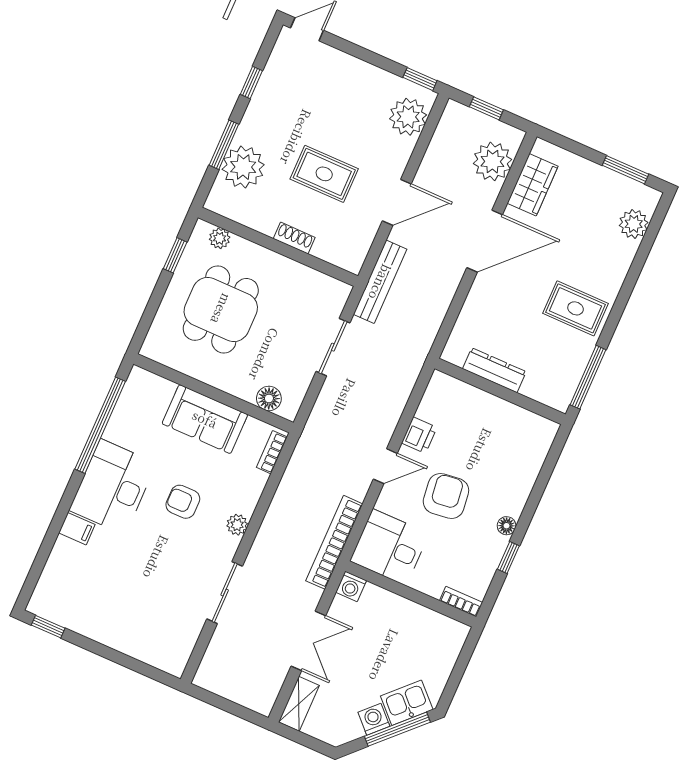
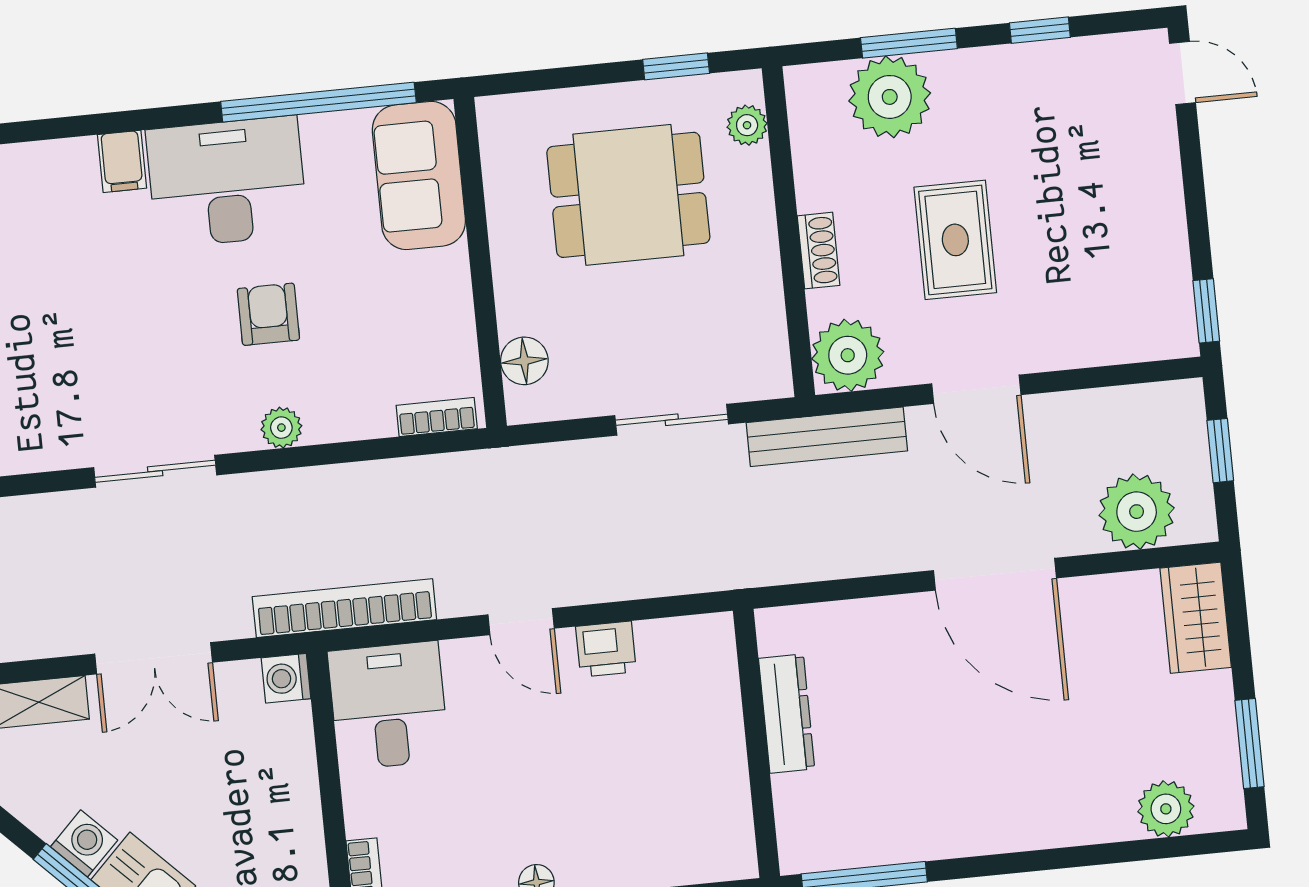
plant: (408, 117) -> (848, 355), moved
wardrobe: (533, 185) -> (1196, 618), moved, turned 90
rug: (576, 308) -> (968, 791), removed
sofa: (205, 419) -> (419, 175), moved
armchair: (446, 496) -> (529, 752), removed

